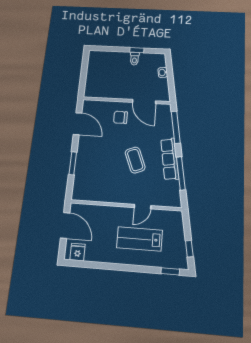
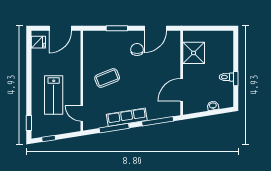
shower: (107, 88) -> (194, 53), added
chair: (120, 117) -> (137, 49), moved
coffee table: (135, 160) -> (107, 78), moved
door: (143, 207) -> (82, 113), moved
lab bench: (139, 239) -> (54, 95), turned 180

